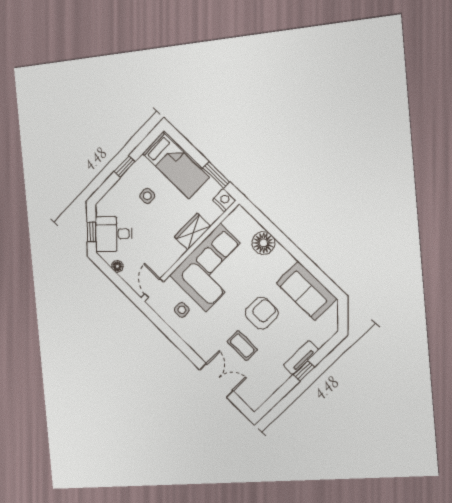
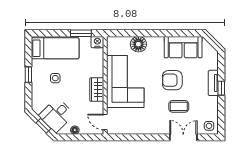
wardrobe: (192, 232) -> (97, 90), moved
side table: (182, 310) -> (209, 126), moved
armchair: (262, 313) -> (172, 80), turned -90

